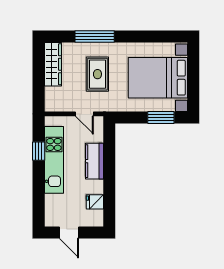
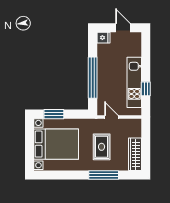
kitchen counter: (94, 161) -> (104, 81), removed
window: (109, 166) -> (93, 78), added
fridge: (95, 202) -> (103, 38), moved

